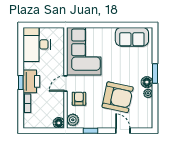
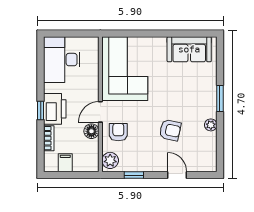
floor lamp: (147, 82) -> (209, 110), removed
armchair: (118, 97) -> (170, 130), width x0.53, depth x0.53
filing cabinet: (39, 122) -> (65, 163), added
floor lamp: (59, 123) -> (91, 131), moved

